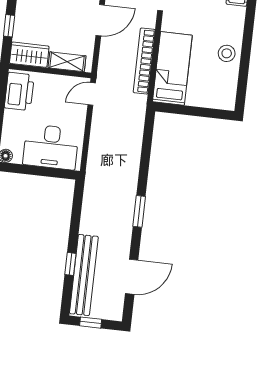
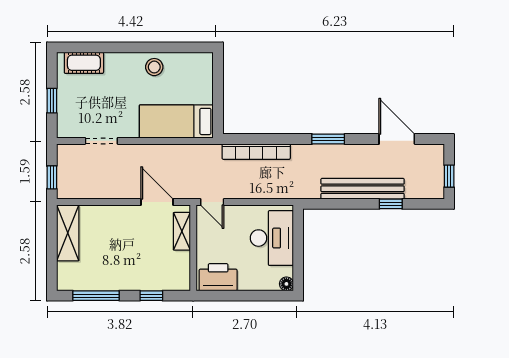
door: (100, 20) -> (157, 202), moved
wardrobe: (29, 55) -> (179, 271), removed
bookcase: (144, 61) -> (256, 152), moved
bench: (84, 275) -> (363, 189), moved

